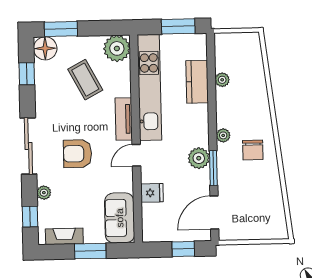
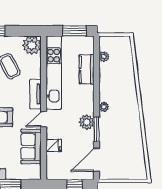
plant: (222, 80) -> (104, 57), moved
chair: (253, 150) -> (124, 117), removed
sofa: (120, 218) -> (31, 146), moved

